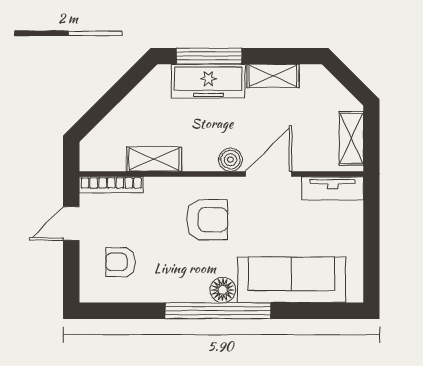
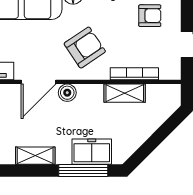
freezer: (208, 81) -> (92, 152), width x0.71
bookcase: (111, 185) -> (134, 74), moved
armchair: (207, 220) -> (85, 48), turned 146

